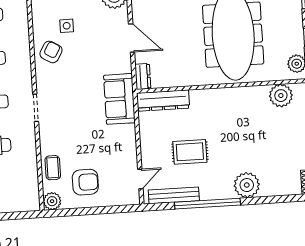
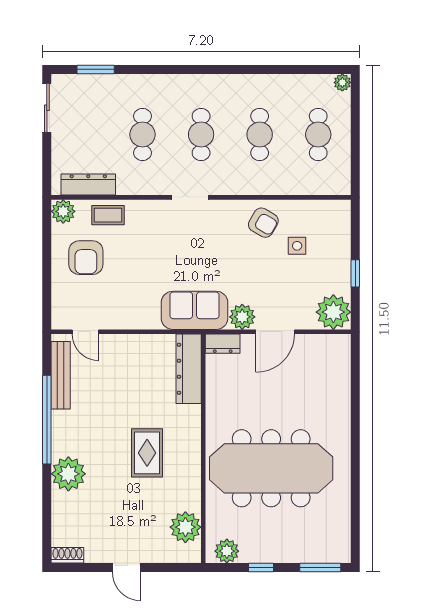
plant: (122, 63) -> (242, 317), added
rug: (190, 152) -> (147, 453), moved
dresser: (31, 184) -> (88, 185), added

